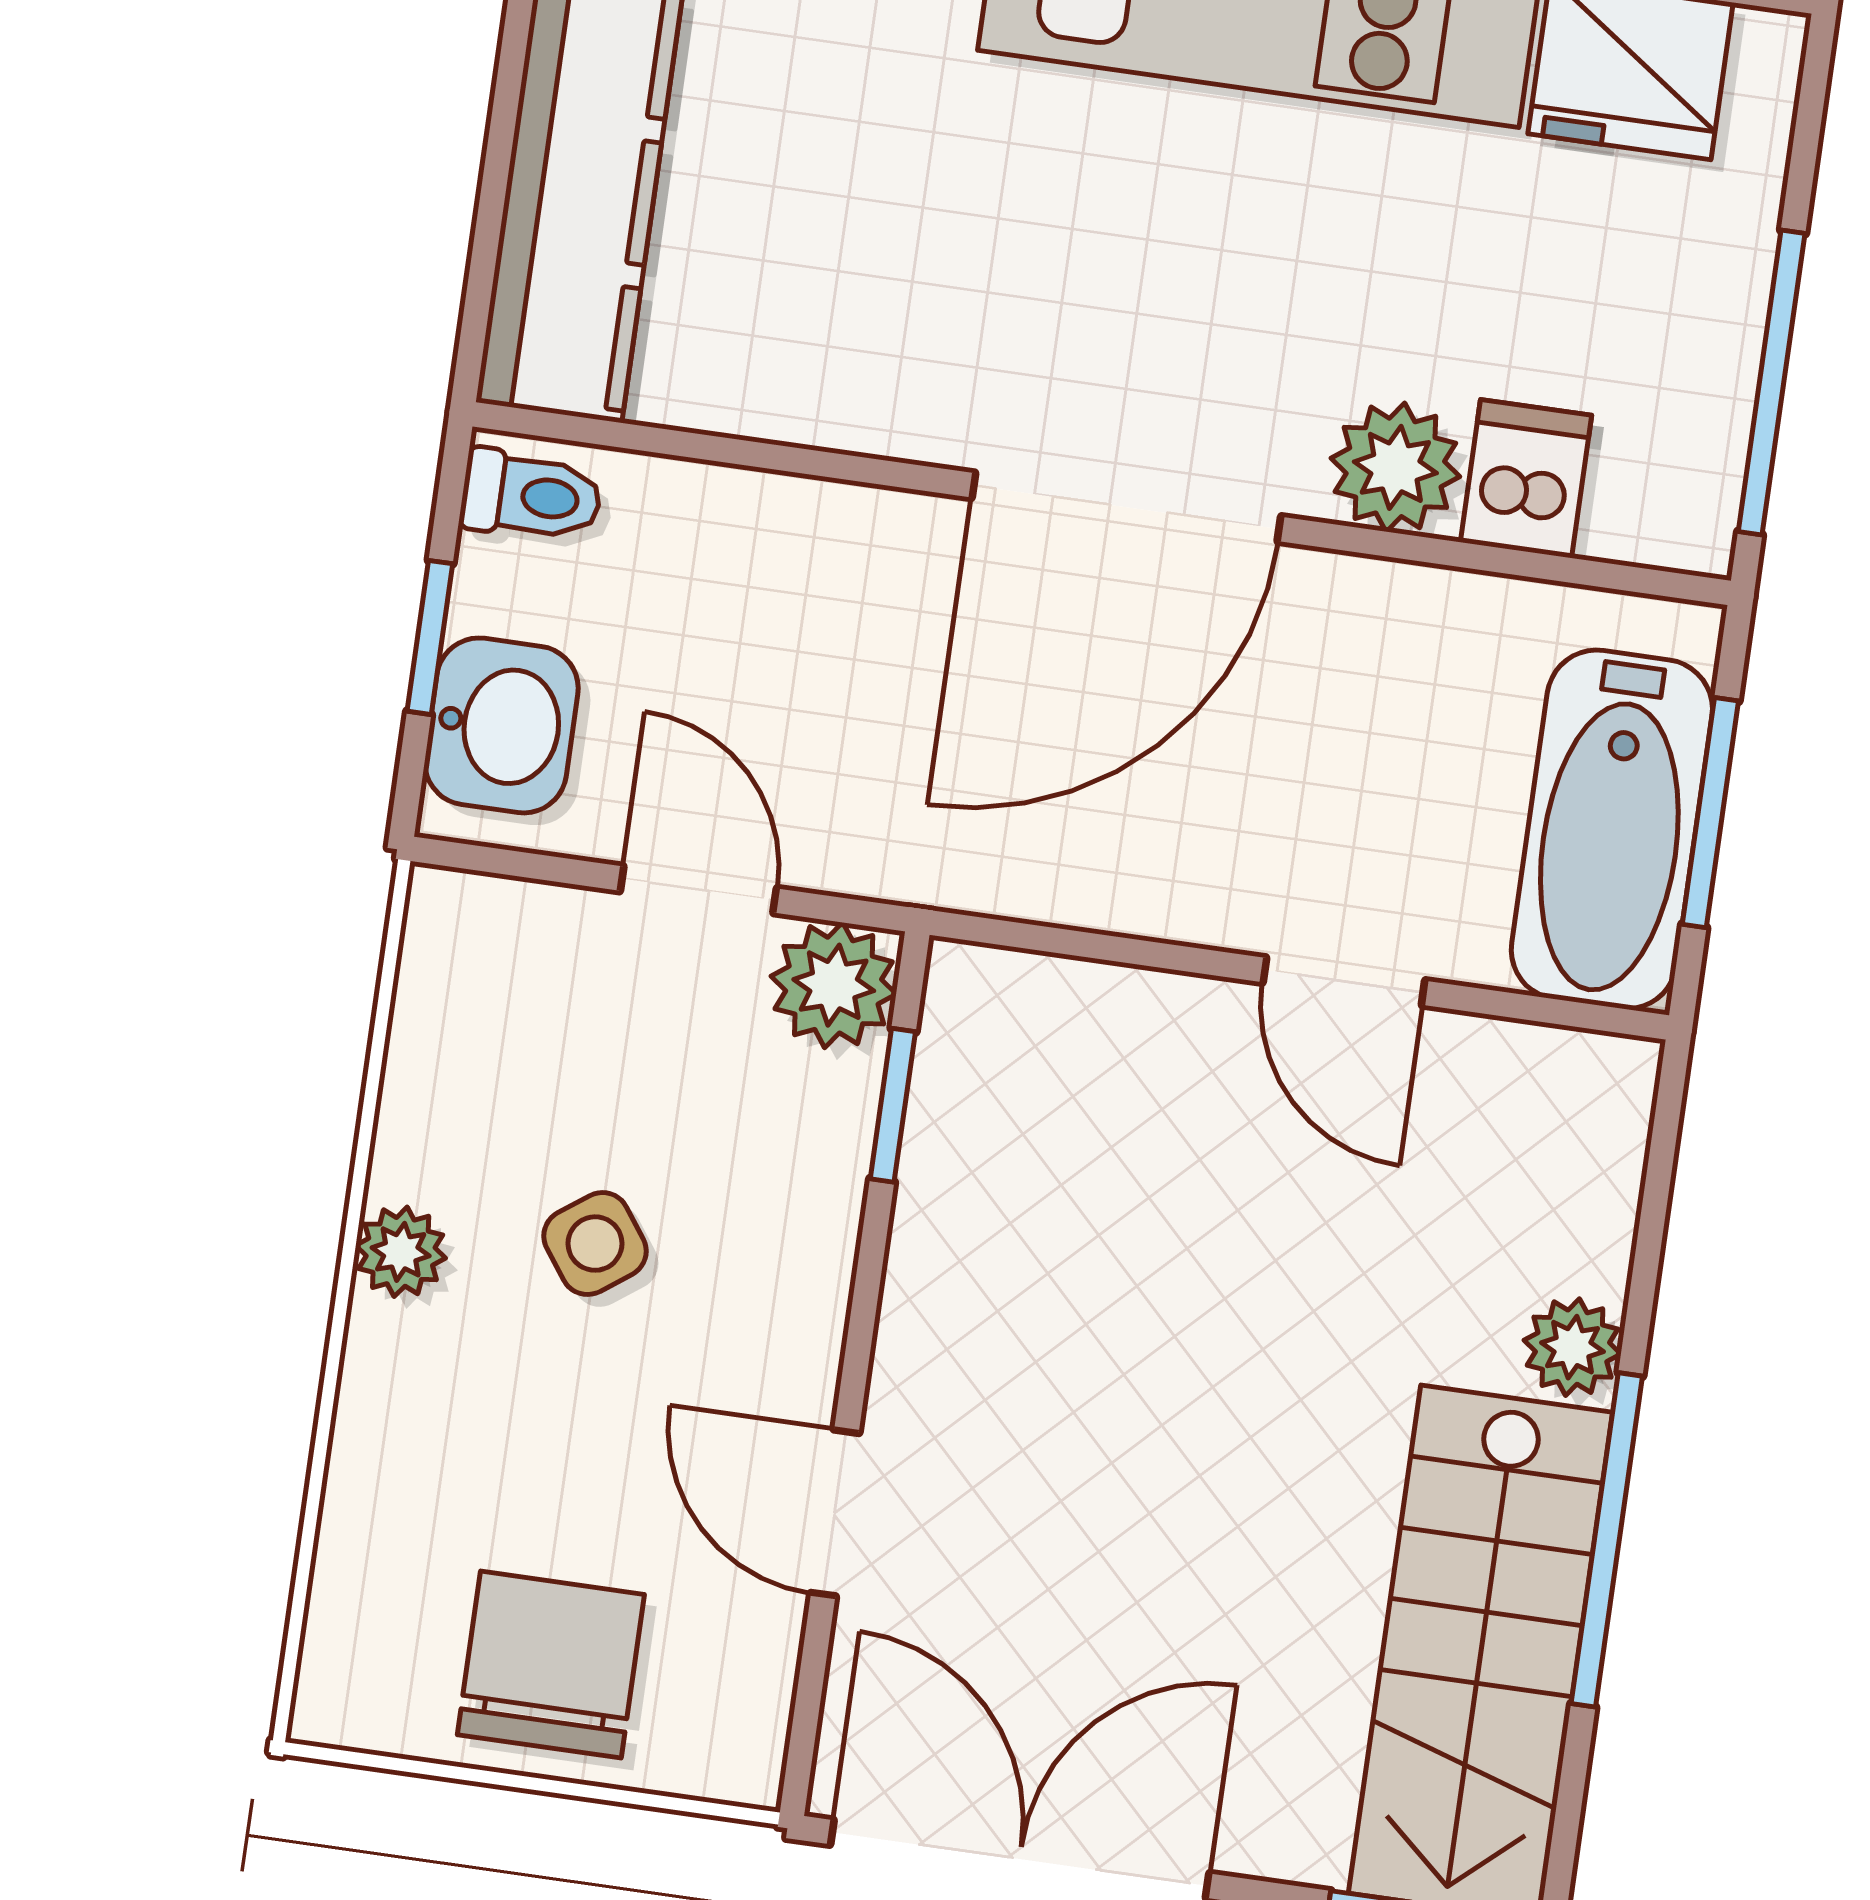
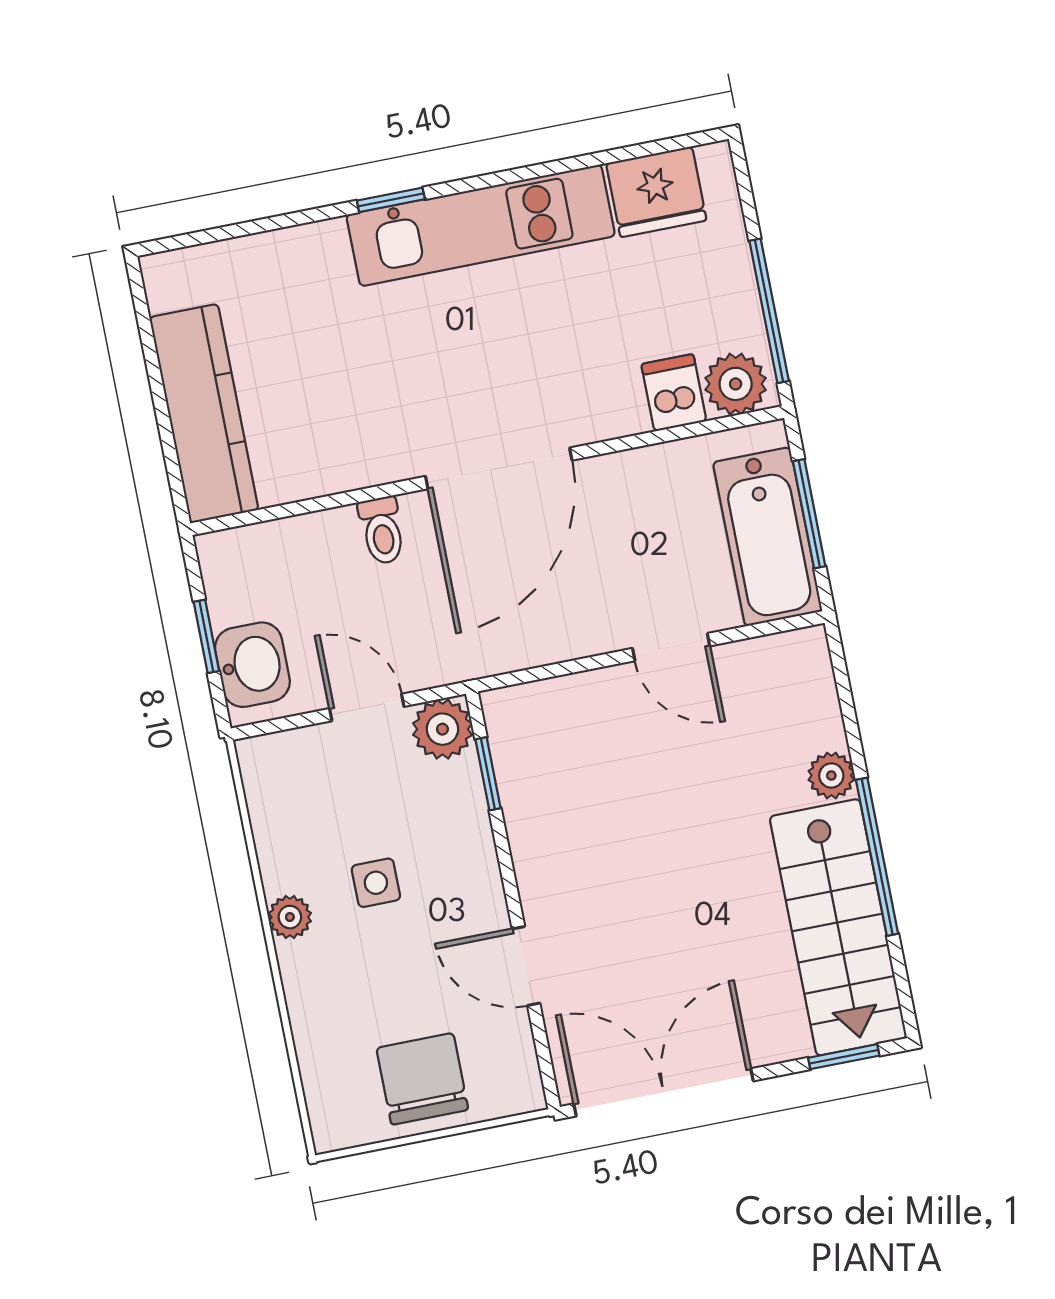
plant: (1395, 467) -> (736, 384), moved
toilet: (531, 496) -> (382, 530), moved, turned 90
side table: (595, 1244) -> (376, 883), turned 36

